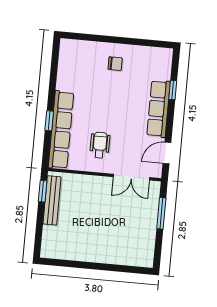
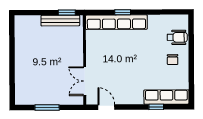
row of seats: (158, 109) -> (166, 97), moved
wheelchair: (100, 145) -> (177, 37), moved
window: (161, 213) -> (47, 107), moved

